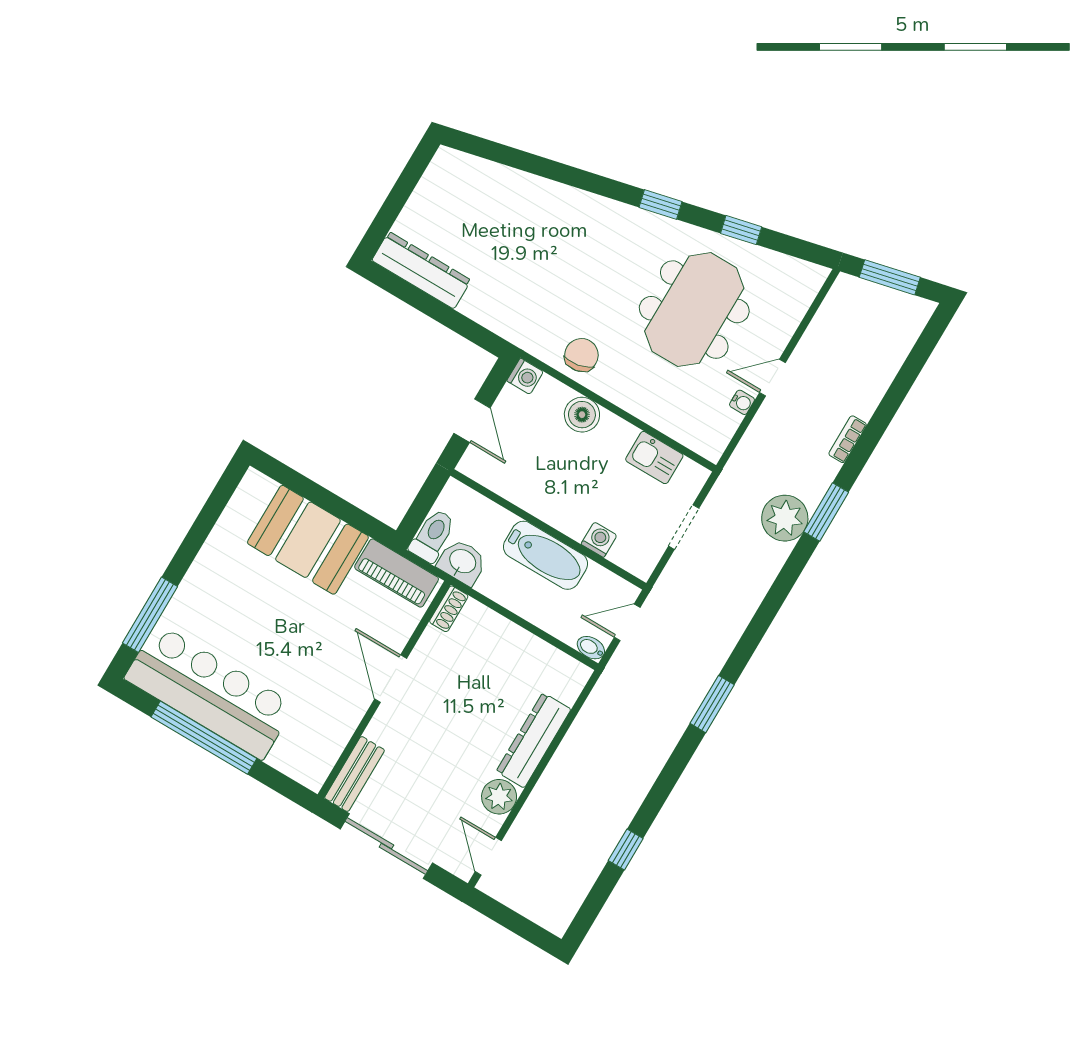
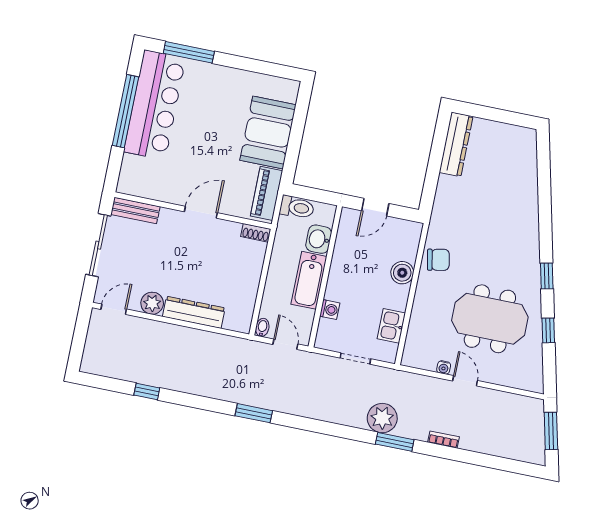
washing machine: (525, 376) -> (414, 230), removed
washbasin: (462, 562) -> (319, 239), moved, turned 180

